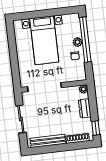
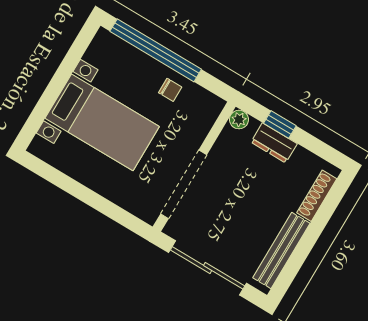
plant: (78, 42) -> (150, 67), removed
sliding door: (21, 119) -> (208, 268), width x1.37
window: (96, 128) -> (280, 125), moved

